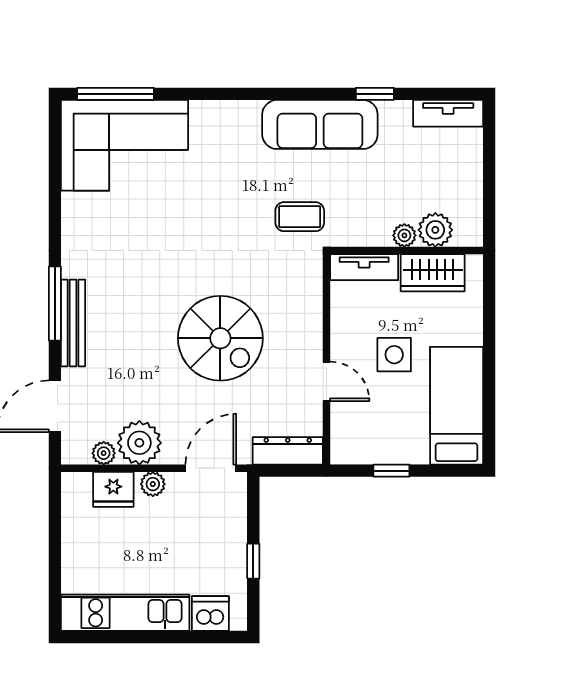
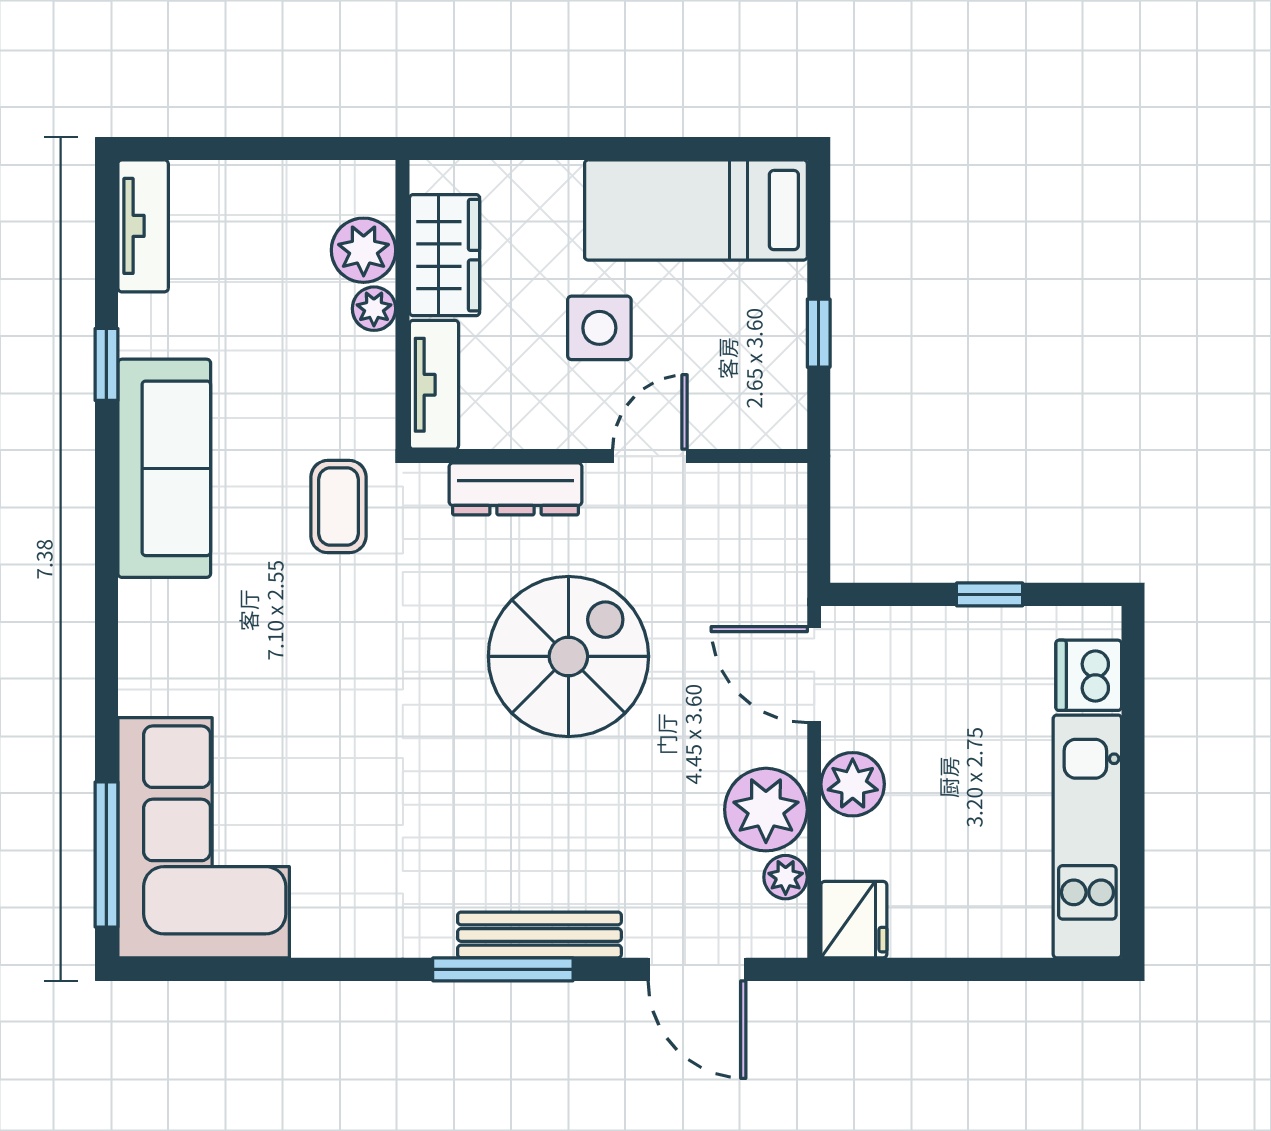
dresser: (288, 451) -> (515, 489), moved, turned -90
plant: (153, 484) -> (853, 784), width x1.38, depth x1.38
fridge: (113, 489) -> (854, 920), moved

